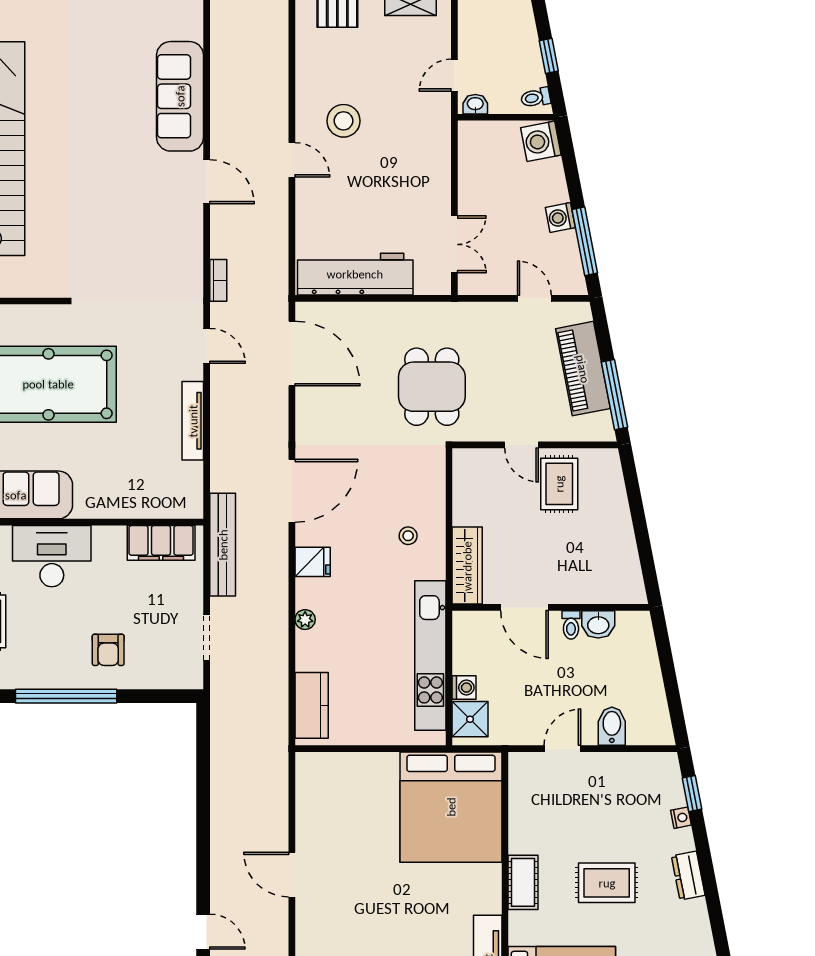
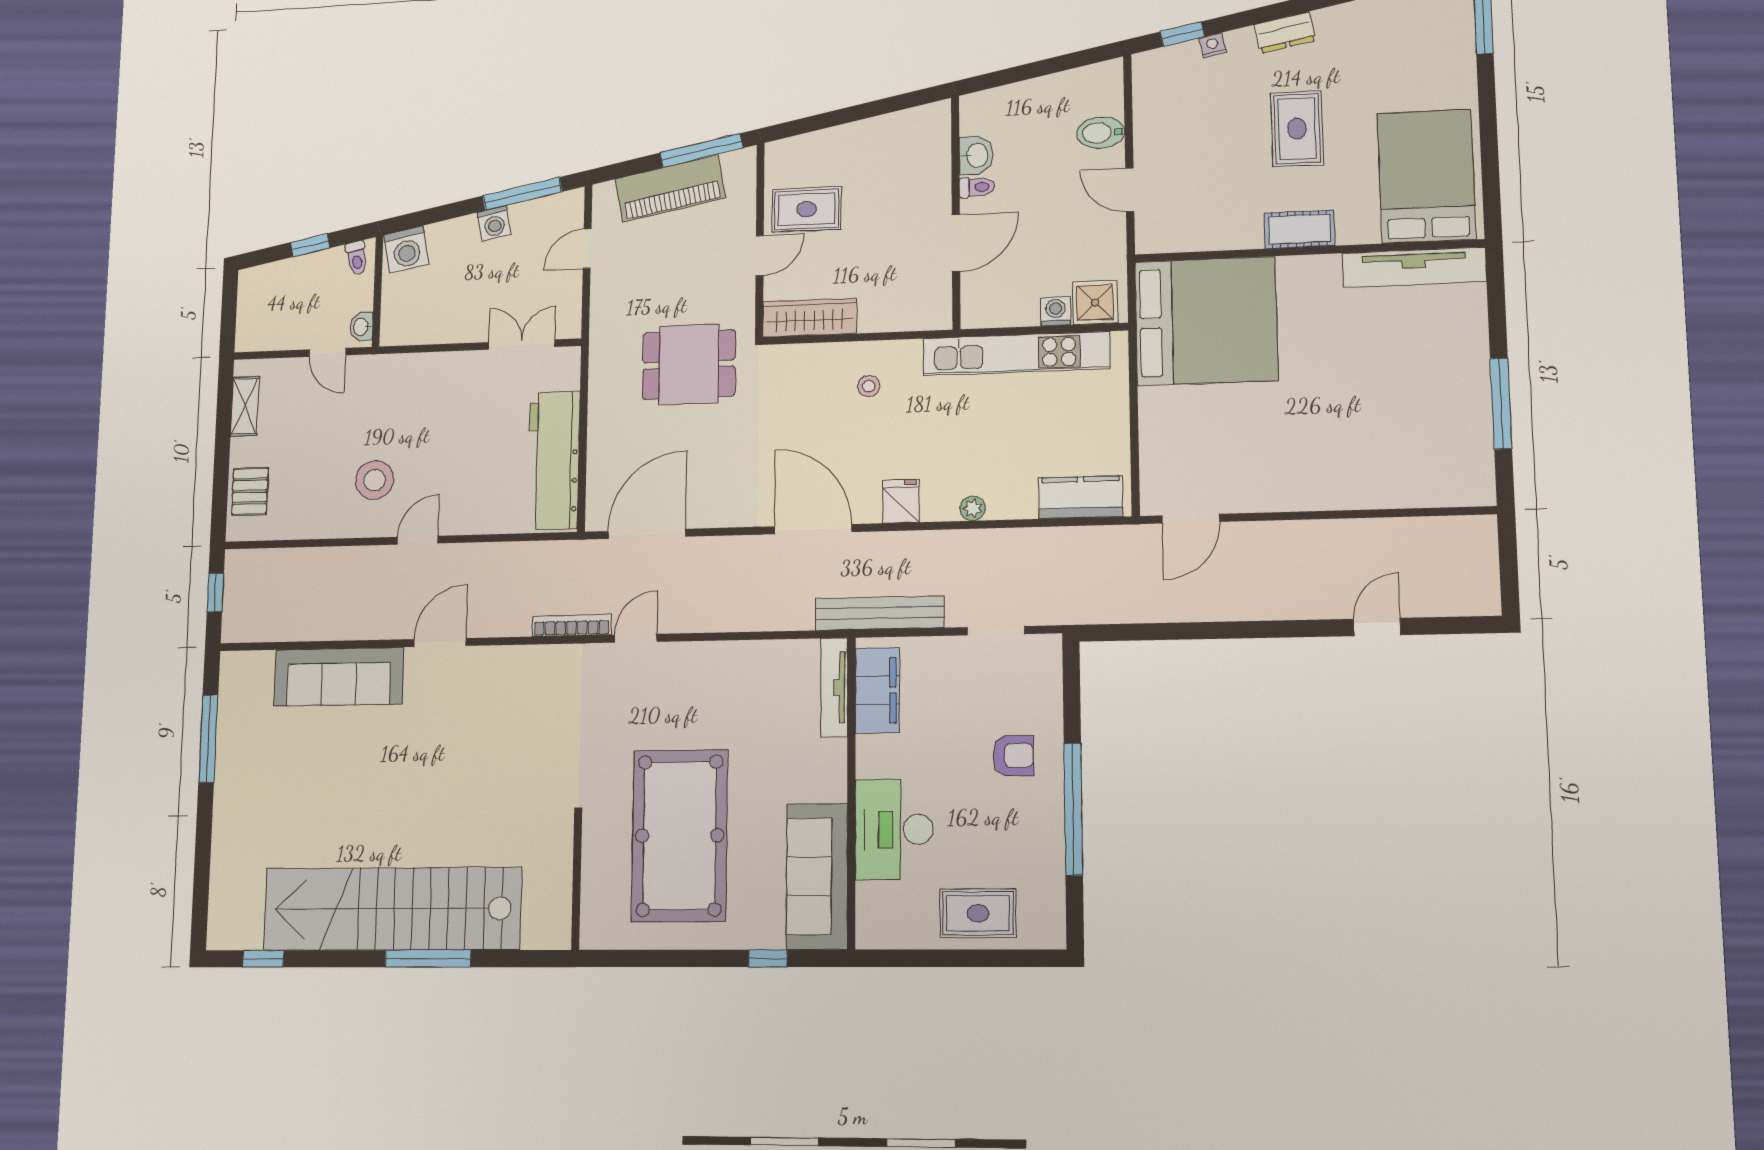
bookcase: (218, 280) -> (572, 625), width x1.56
tv unit: (193, 421) -> (834, 687), moved, turned 90
wardrobe: (467, 566) -> (810, 318), moved
door: (292, 875) -> (1191, 519), moved

